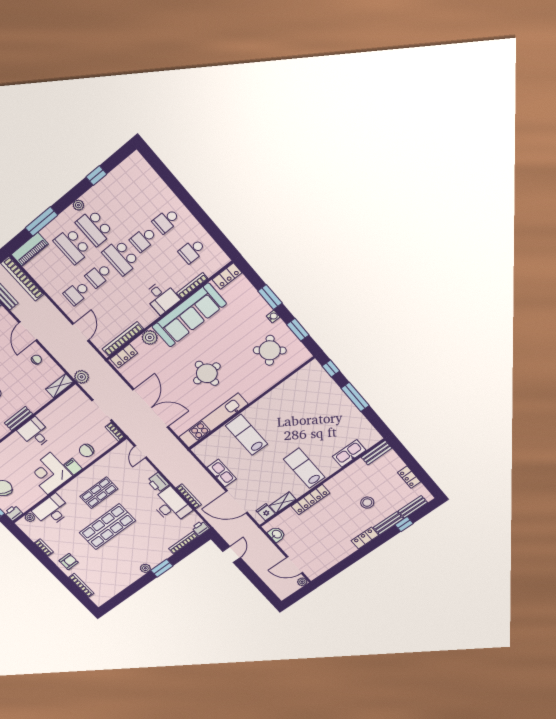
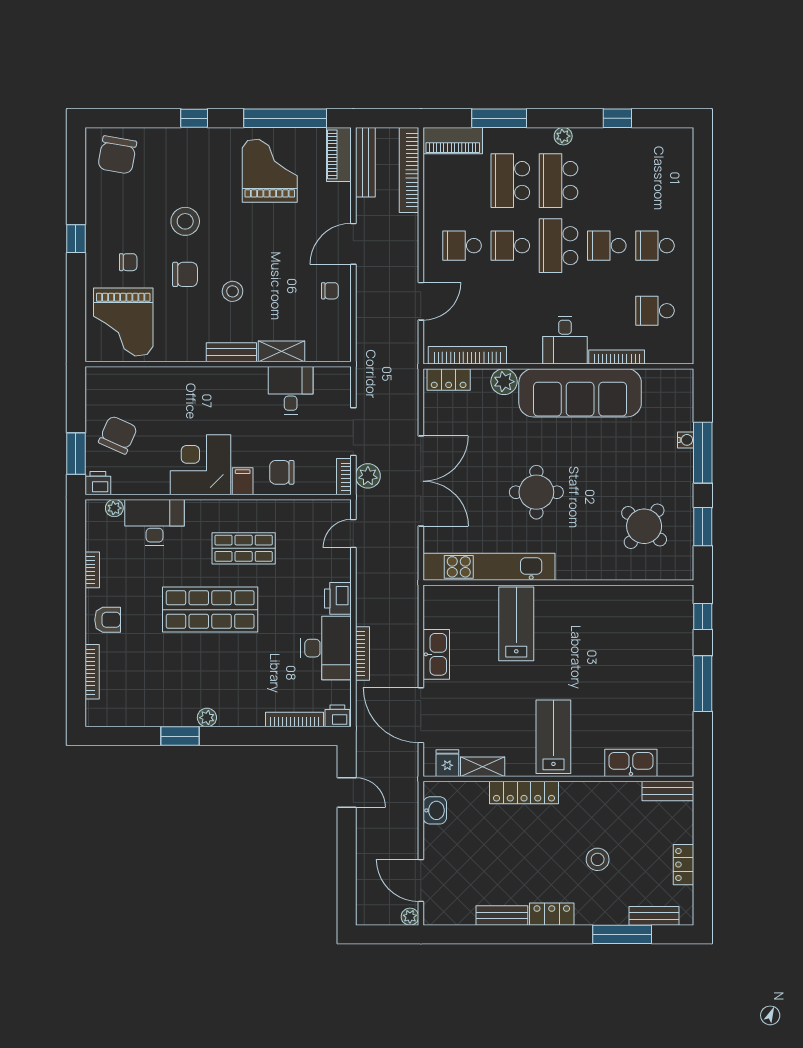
locker: (227, 276) -> (671, 380), removed
window: (270, 297) -> (703, 453), width x1.44
water cooler: (273, 317) -> (686, 440), moved
plant: (82, 377) -> (368, 476), moved
shelving: (60, 386) -> (281, 351), moved
desk: (35, 433) -> (291, 390), moved
bench: (388, 523) -> (502, 916), moved
window: (404, 524) -> (622, 934), width x2.17
door: (232, 554) -> (347, 792), hinge flipped
window: (162, 568) -> (180, 736), moved

